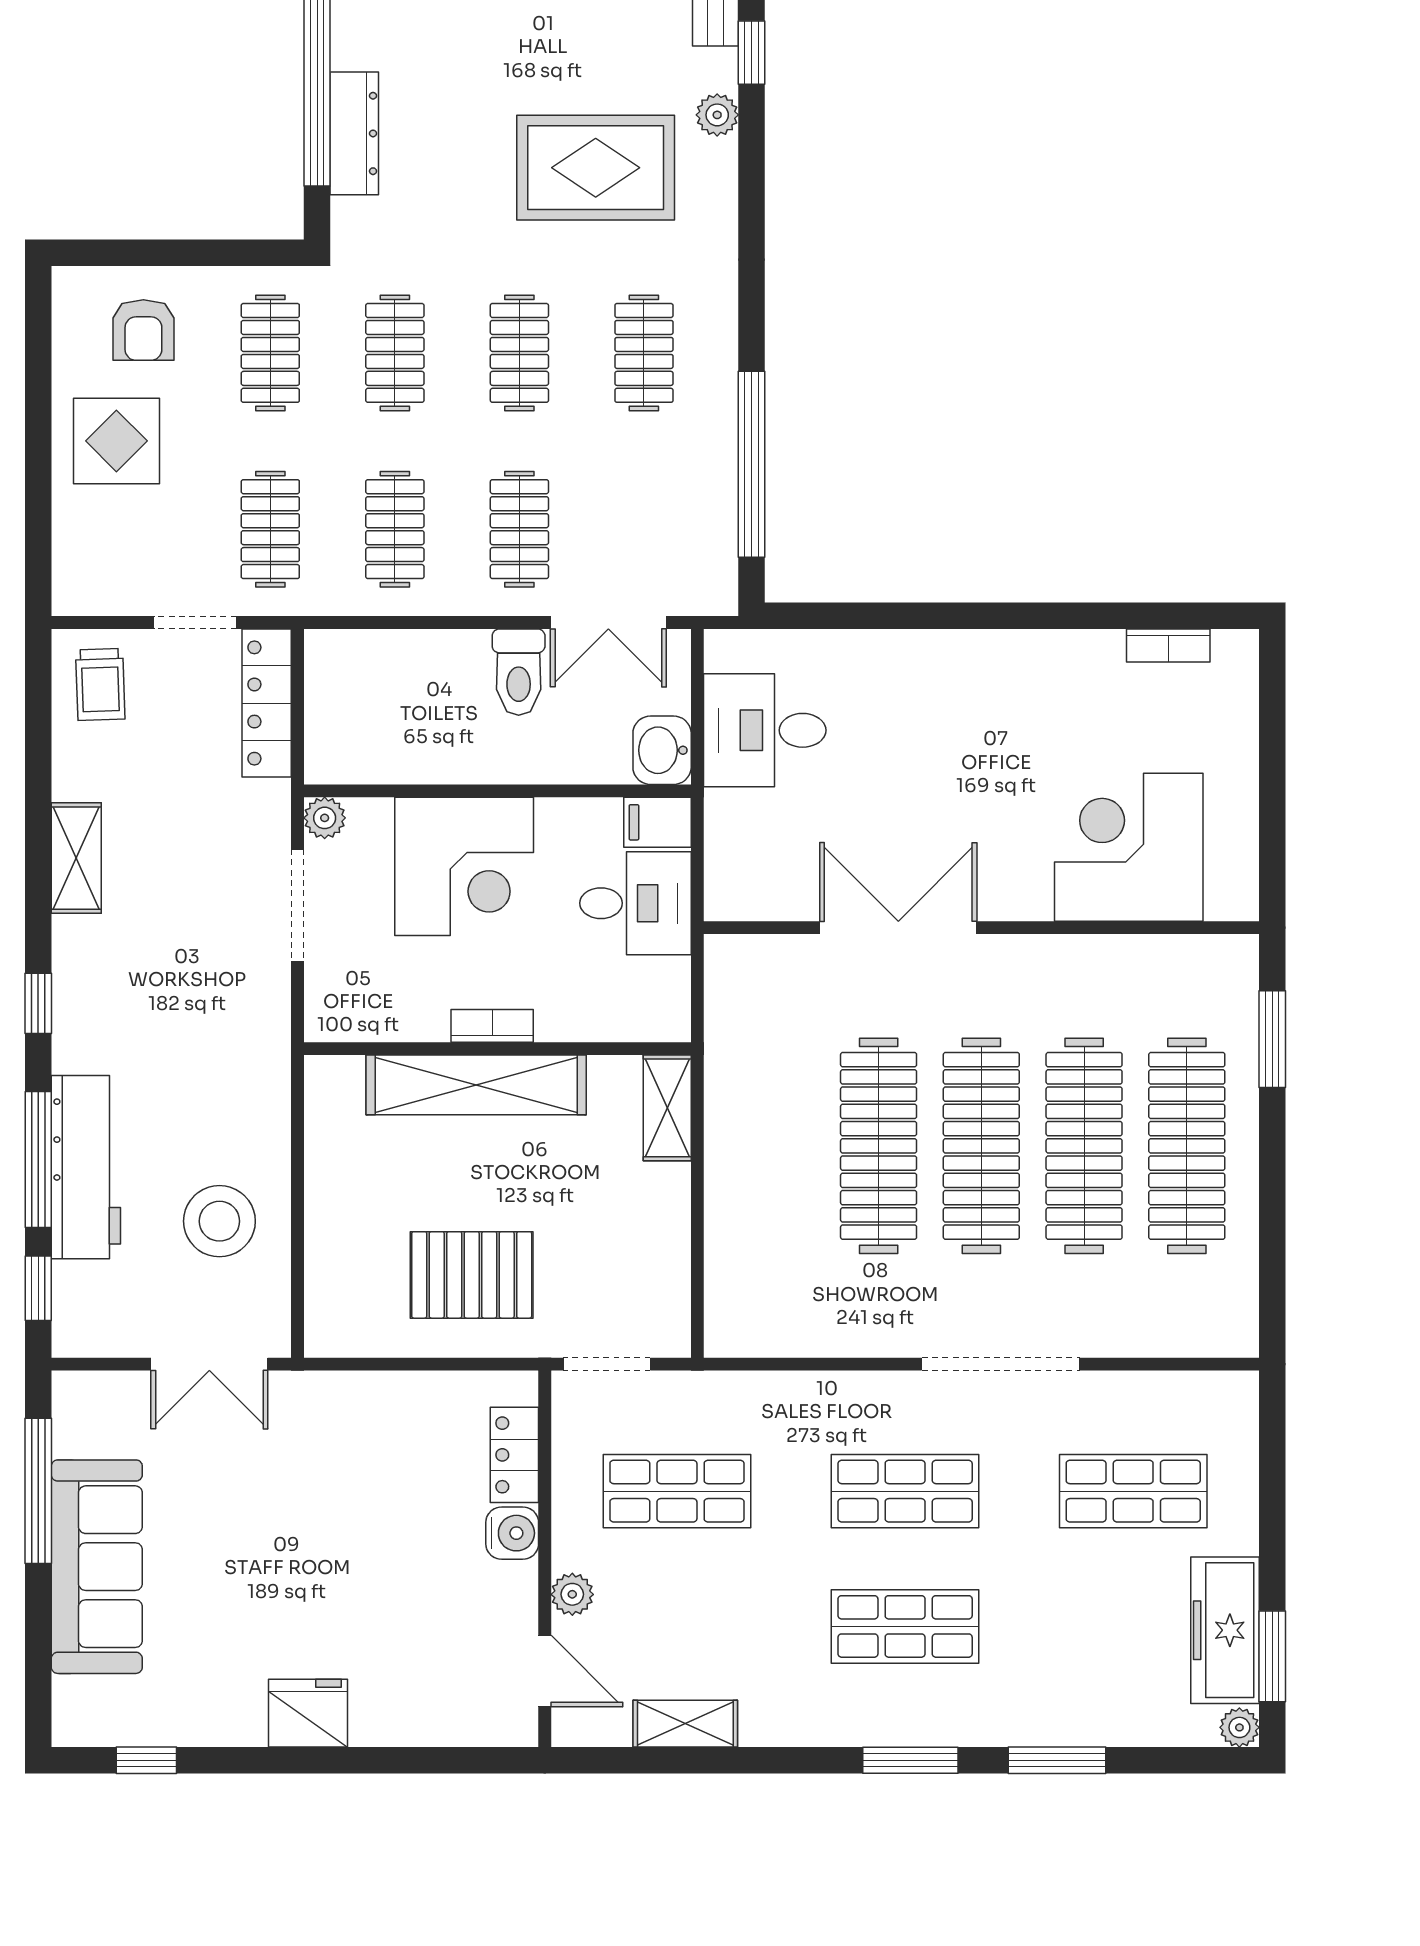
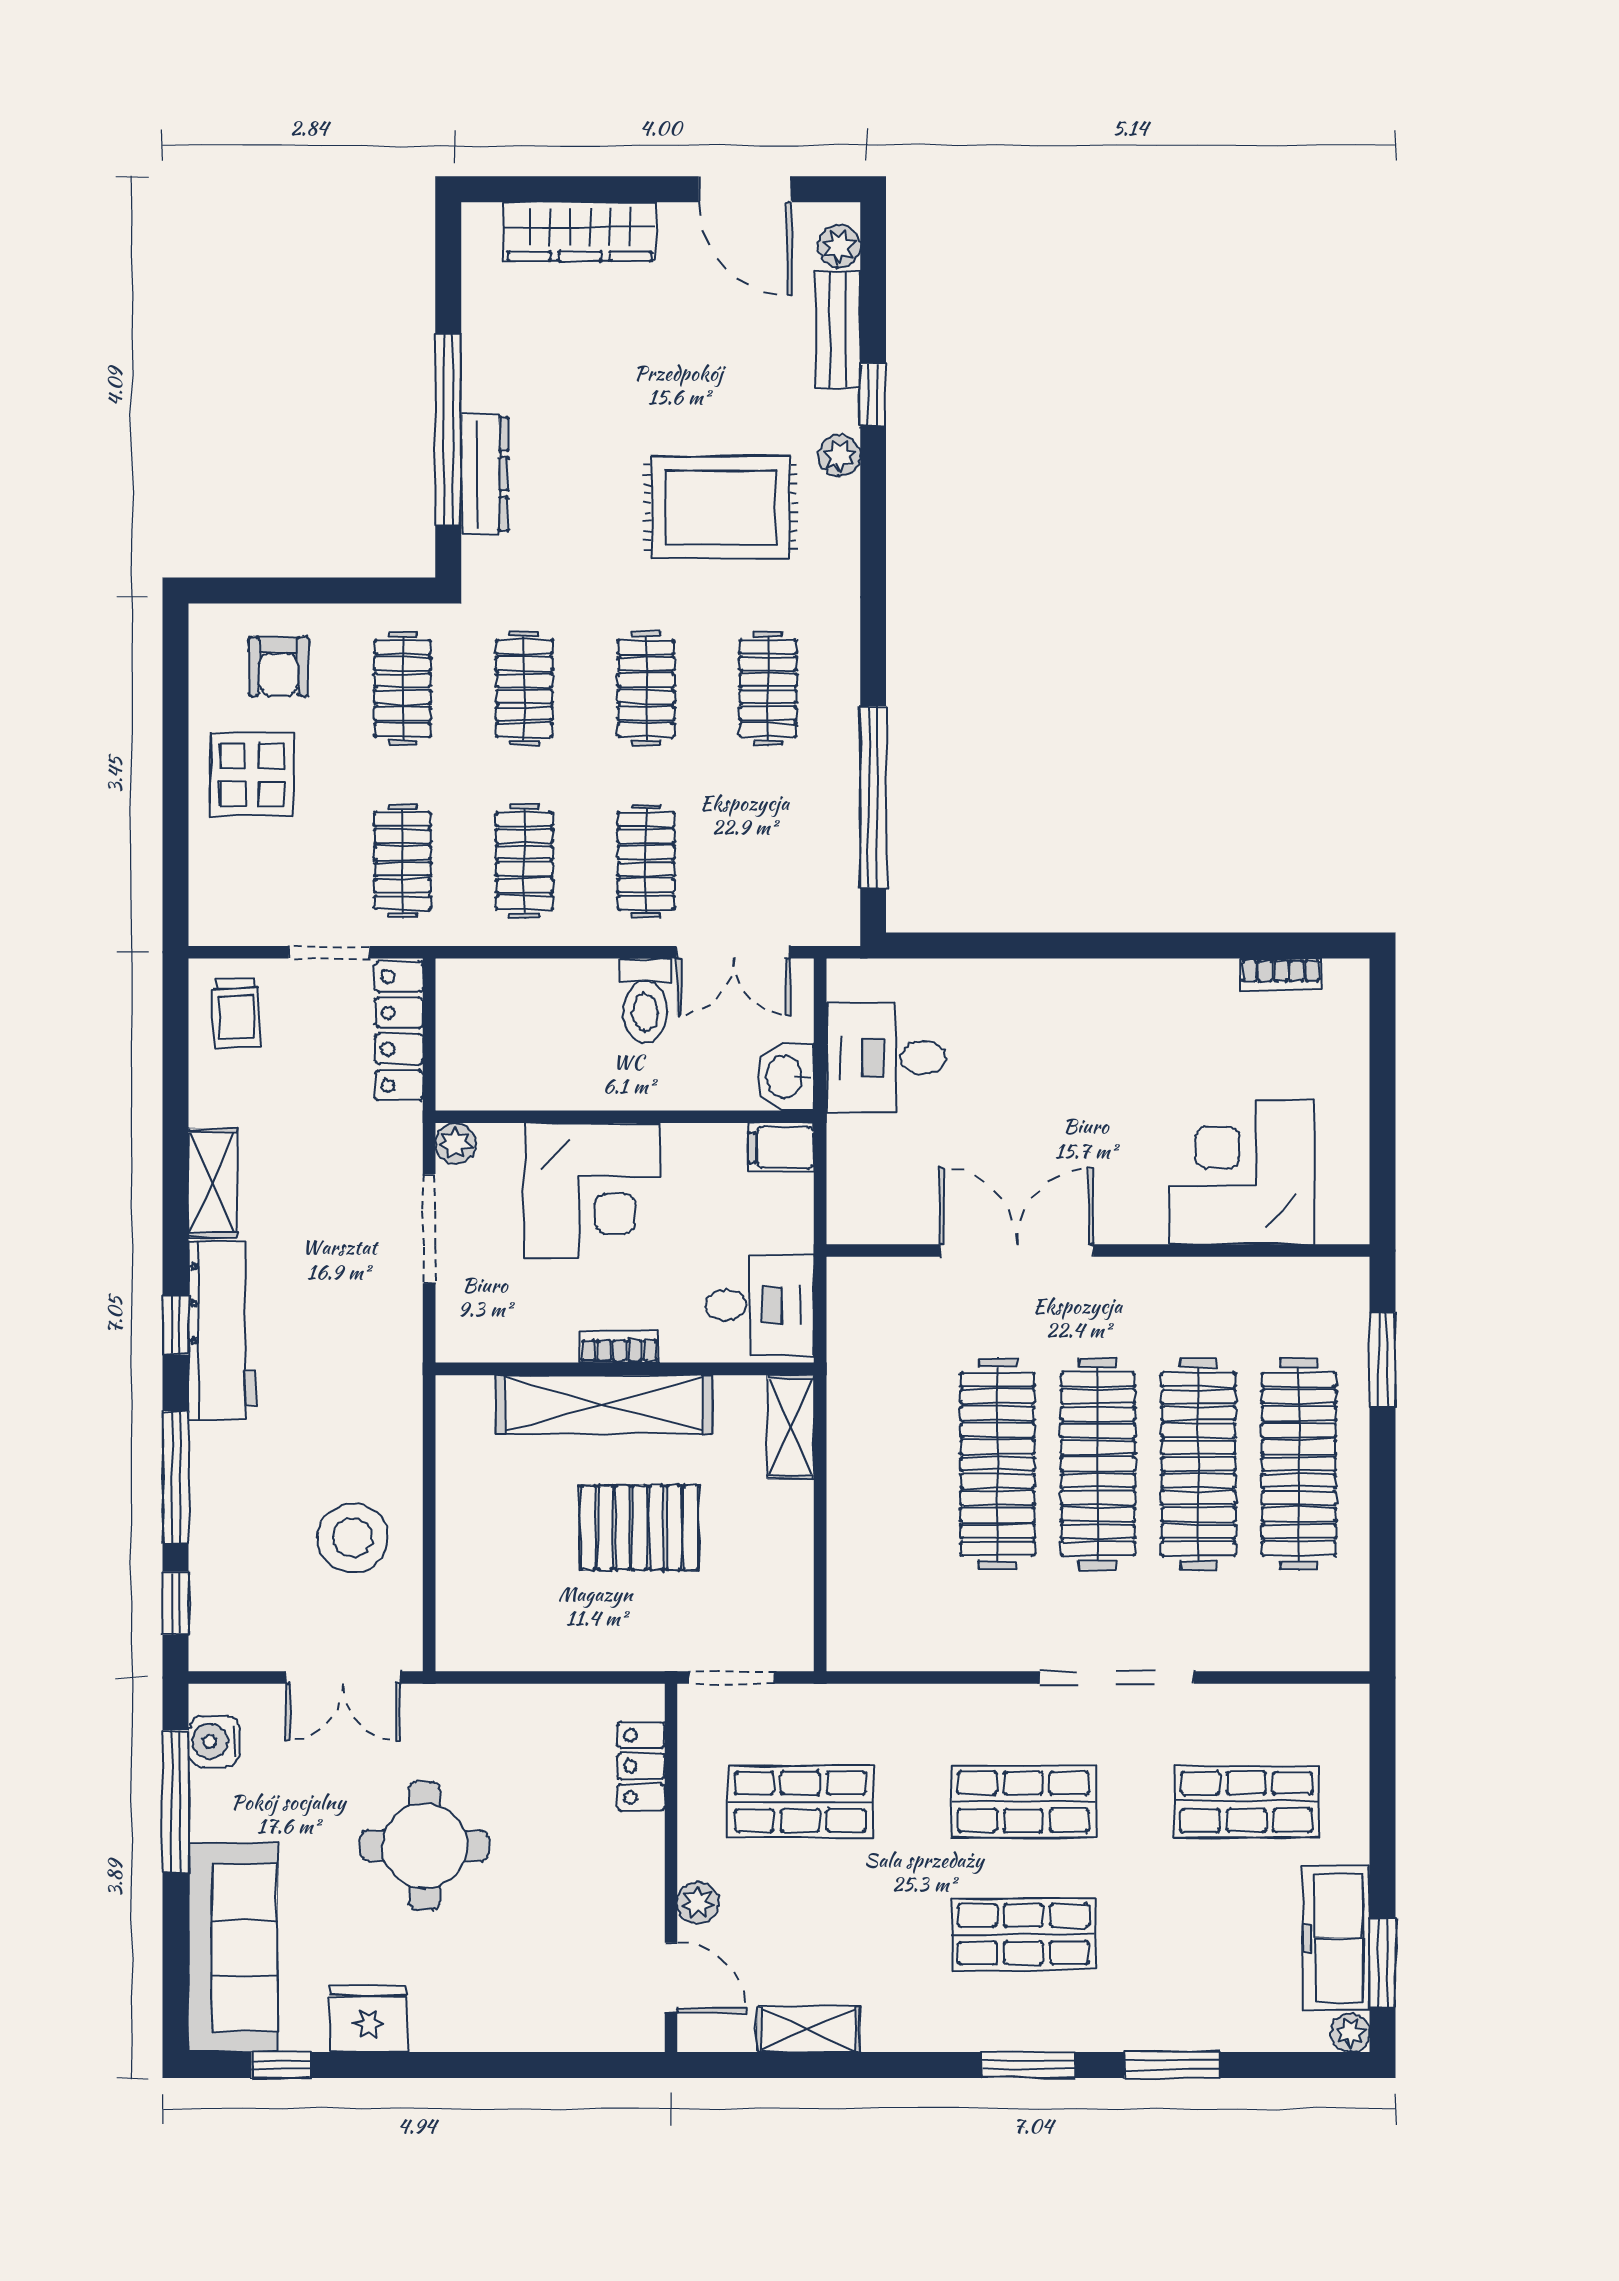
desk: (635, 903) -> (760, 1305), moved
workbench: (86, 1167) -> (222, 1331), moved
pallet: (472, 1275) -> (639, 1528), moved
water cooler: (512, 1533) -> (214, 1741), moved, turned 180
round table: (293, 1536) -> (425, 1846), added
sofa: (97, 1567) -> (233, 1948), moved
fridge: (308, 1713) -> (368, 2019), moved

